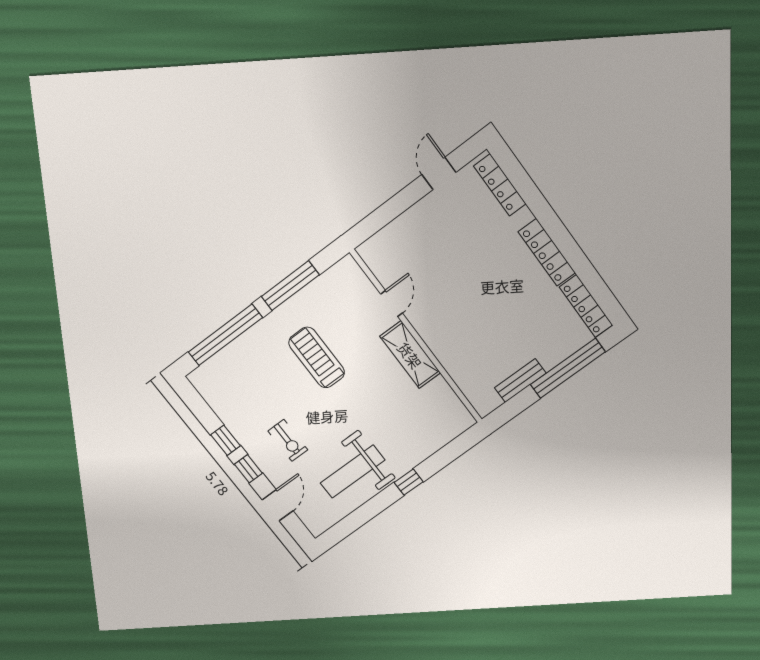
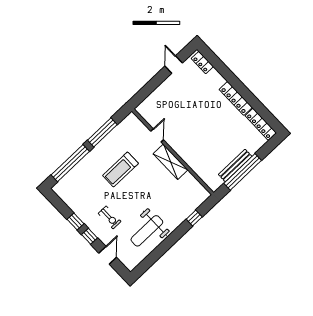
locker: (500, 185) -> (202, 63), width x0.66
treadmill: (317, 357) -> (120, 169), turned -90
window: (568, 368) -> (243, 172), moved
bench: (520, 381) -> (235, 165), width x1.36
window: (409, 482) -> (194, 218), moved

